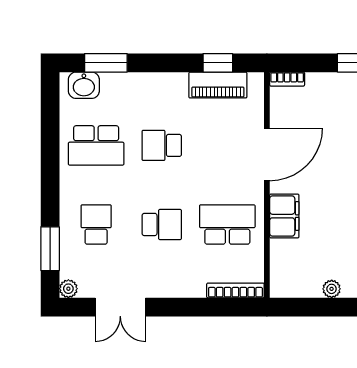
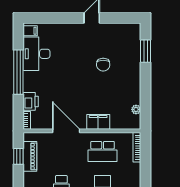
printer: (324, 86) -> (31, 101), added
school desk: (227, 224) -> (103, 151), turned -90
plant: (332, 289) -> (136, 109), moved

